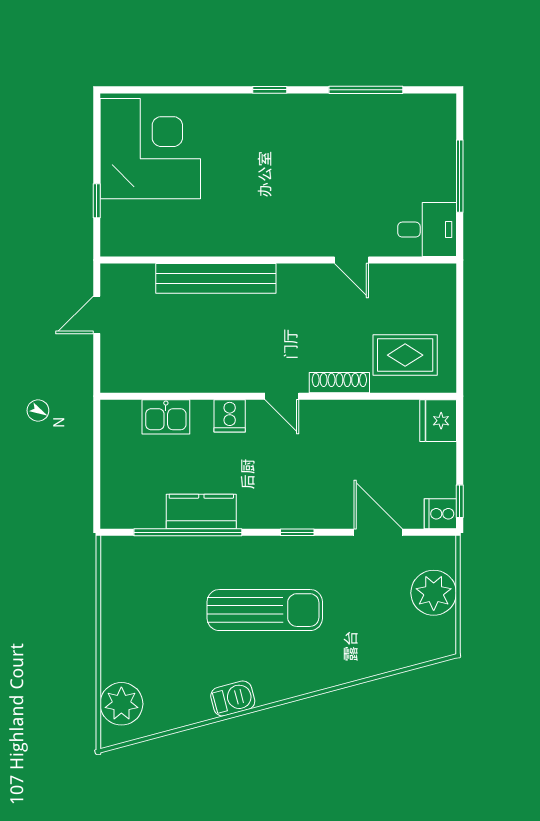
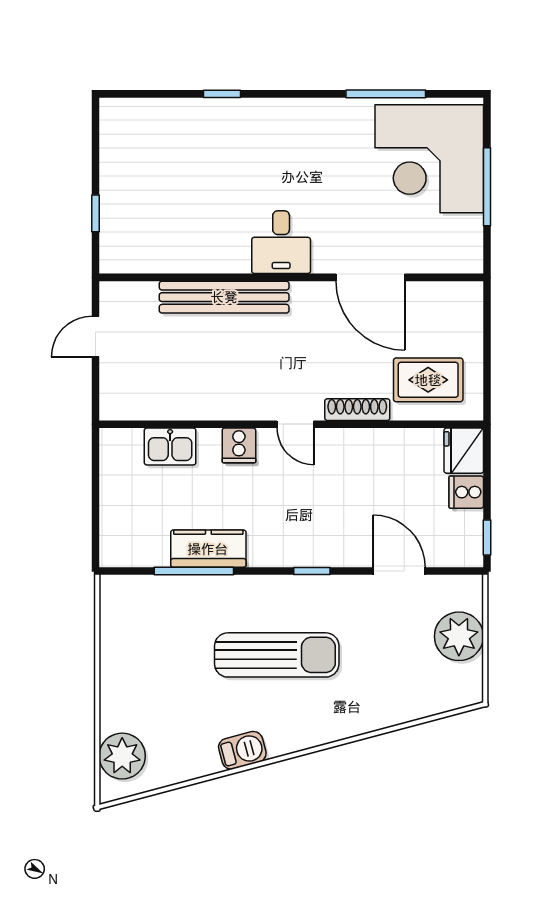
window: (270, 90) -> (222, 94), moved
corner desk: (150, 149) -> (429, 159), moved, turned 180
desk: (427, 230) -> (281, 242), moved, turned 90
door: (352, 260) -> (370, 277), width x1.88
cooker: (440, 514) -> (466, 492), moved
window: (188, 532) -> (194, 571), width x0.68

